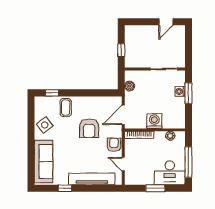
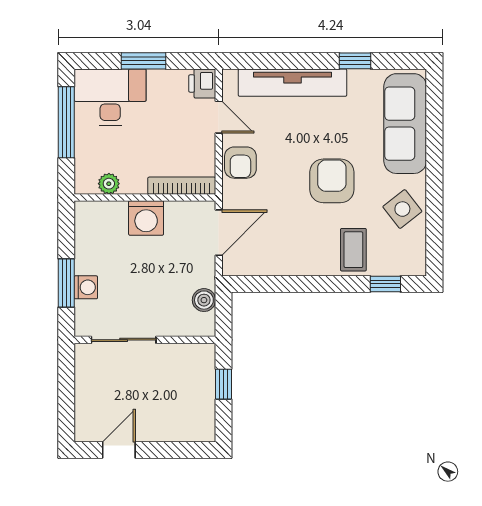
armchair: (89, 128) -> (332, 181), moved
printer: (130, 179) -> (202, 83), added

